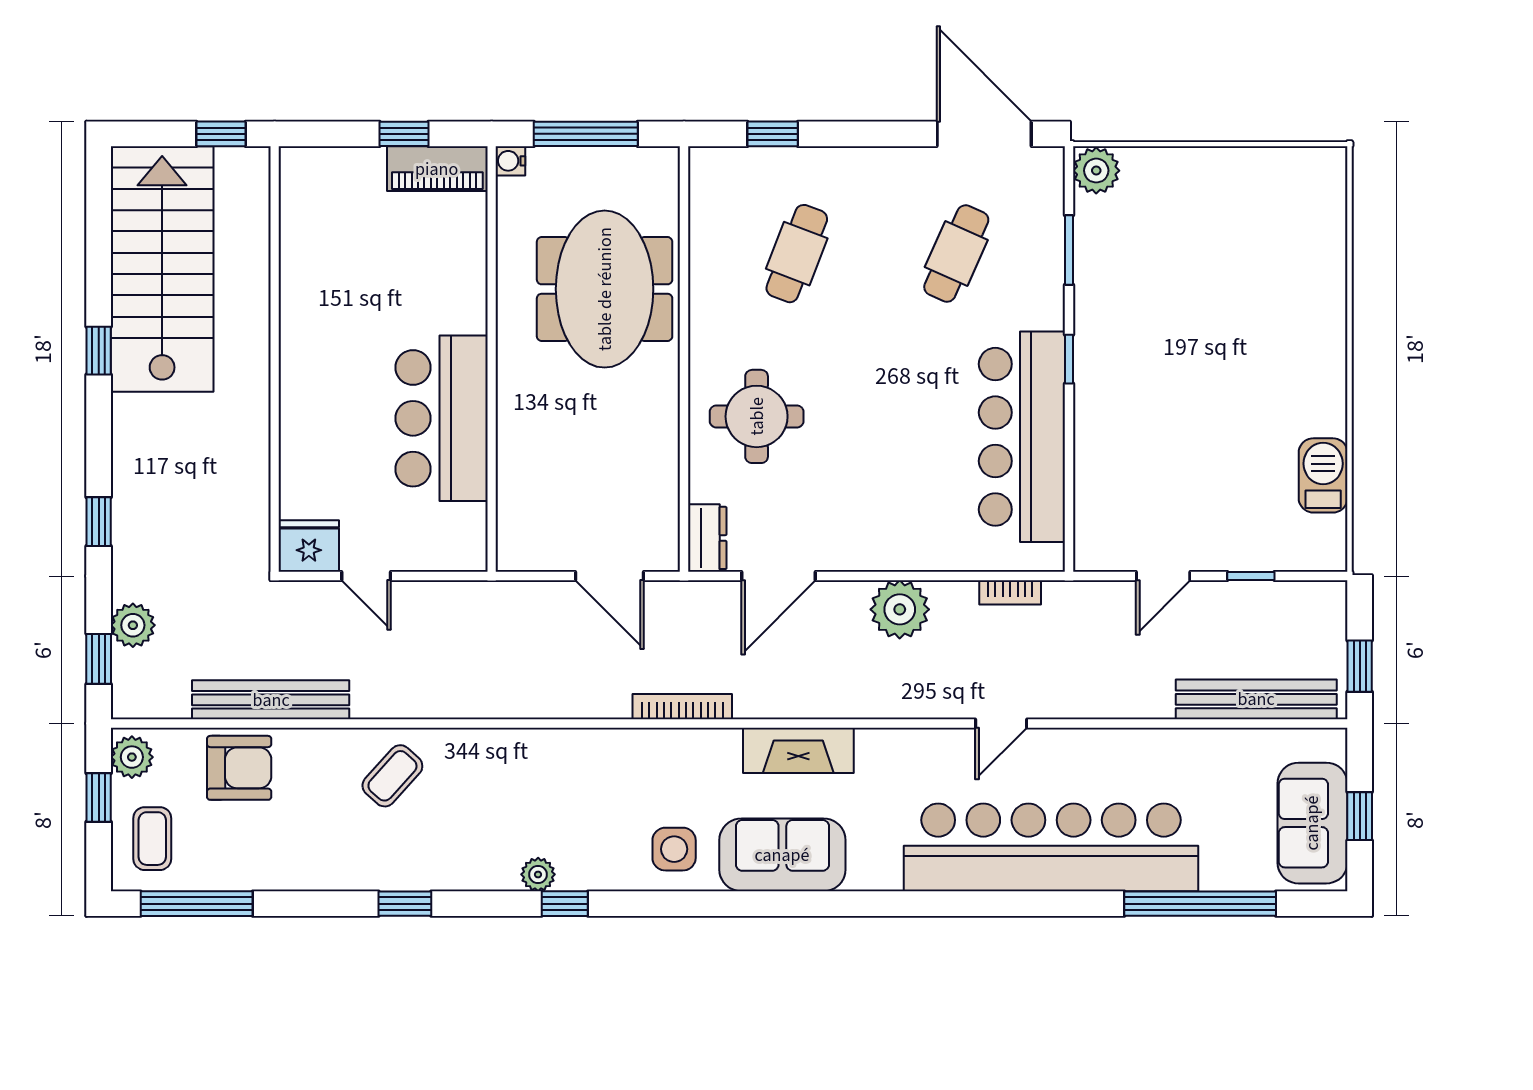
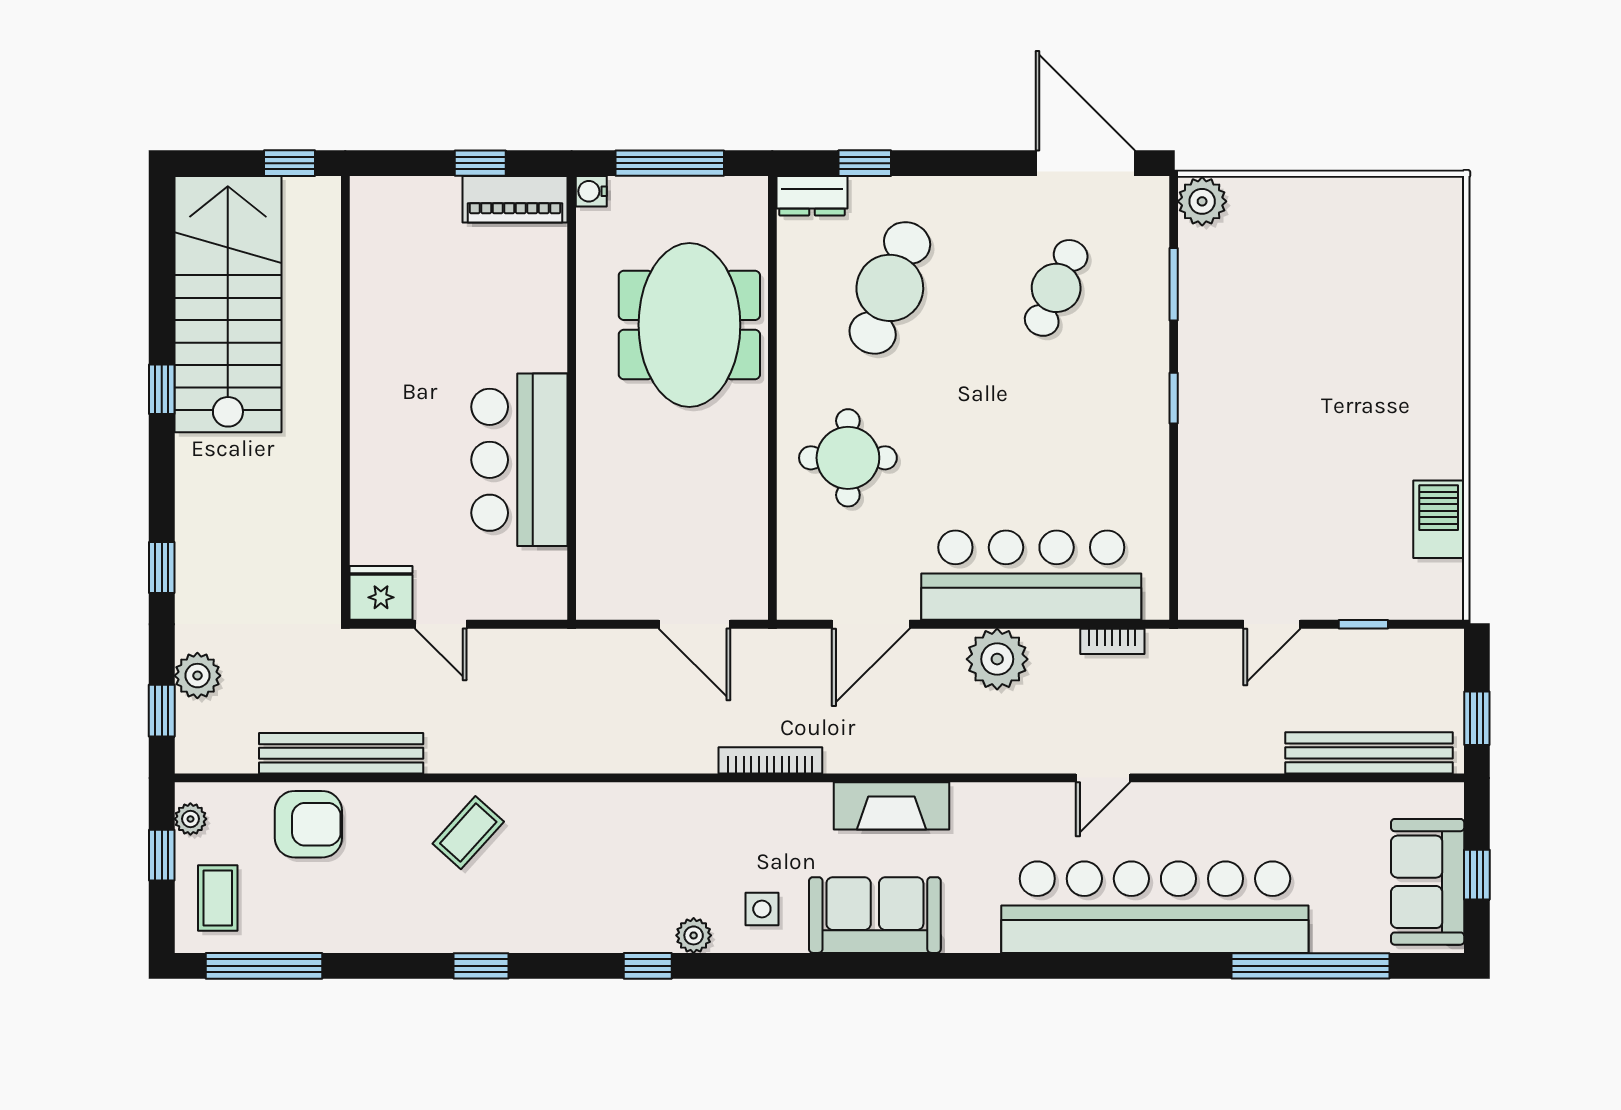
cafe table: (797, 254) -> (890, 288), width x1.37, depth x1.35
bar counter: (1022, 437) -> (1031, 575), moved, turned 90
dresser: (707, 538) -> (812, 196), moved, turned 90
plant: (132, 757) -> (190, 819), width x0.73, depth x0.73
side table: (674, 849) -> (762, 909), width x0.73, depth x0.73
plant: (538, 874) -> (694, 935), moved

